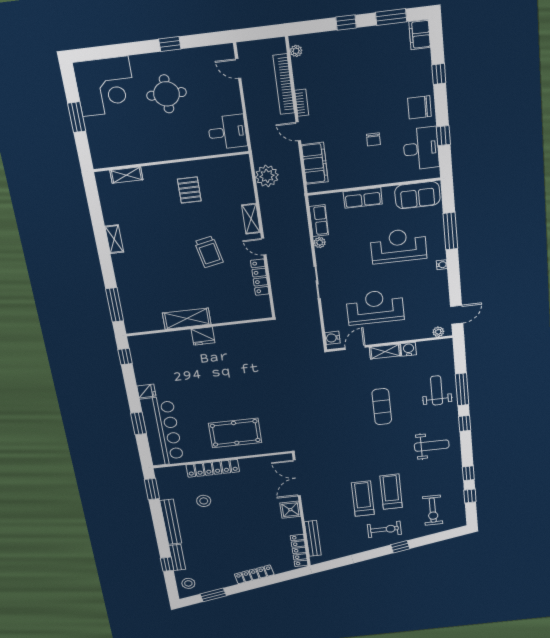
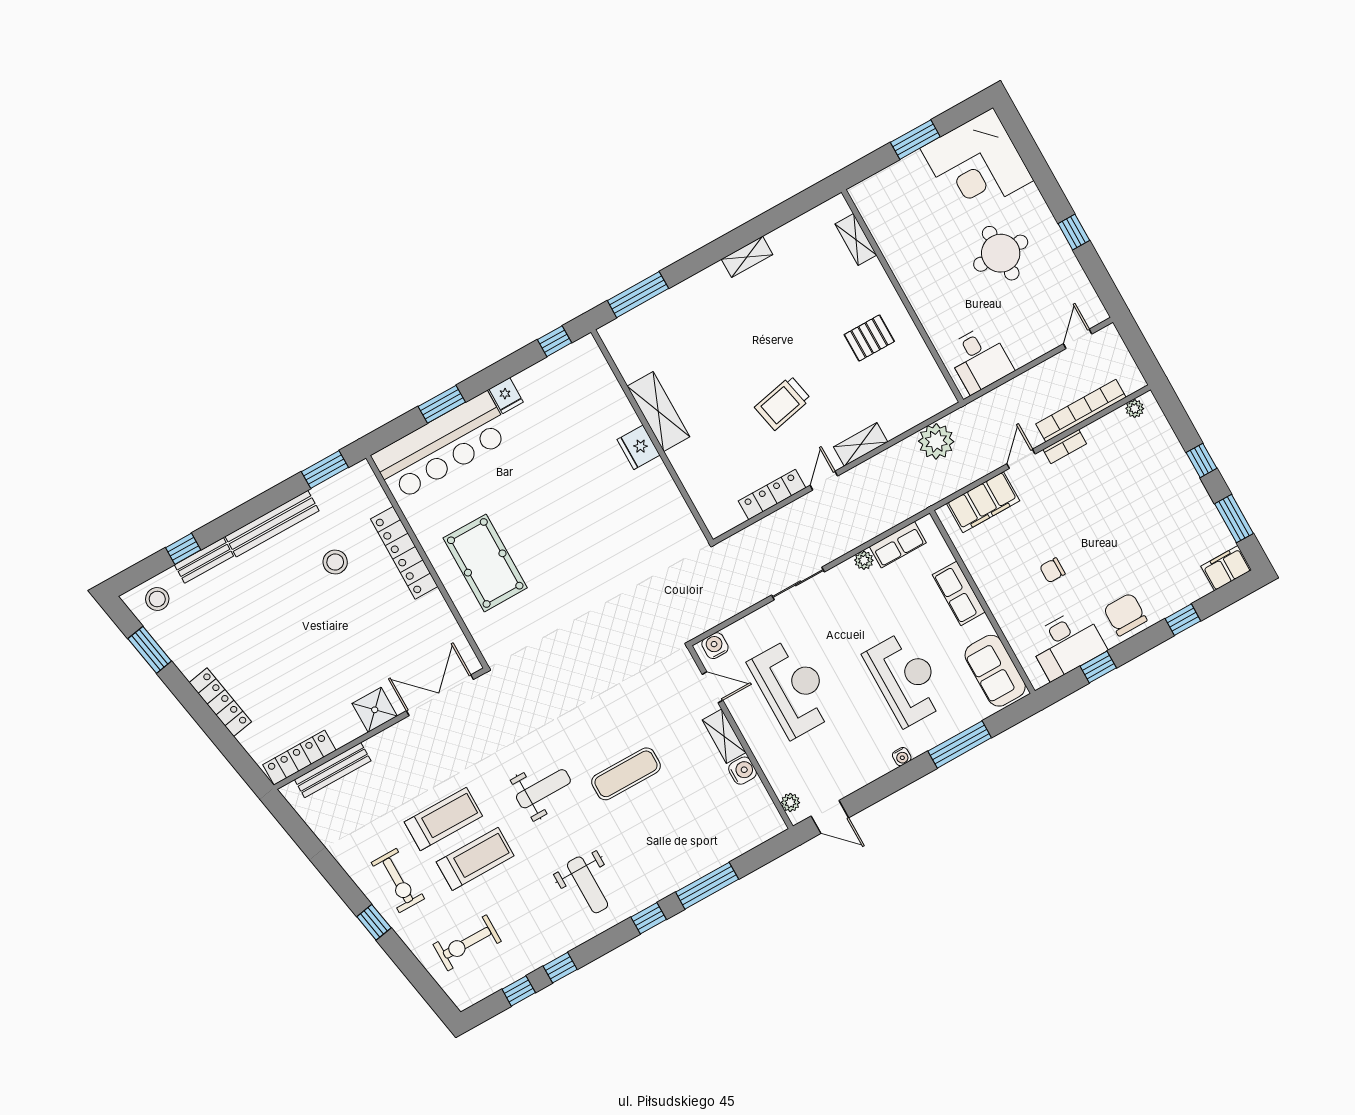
weight bench: (437, 390) -> (543, 789), moved

